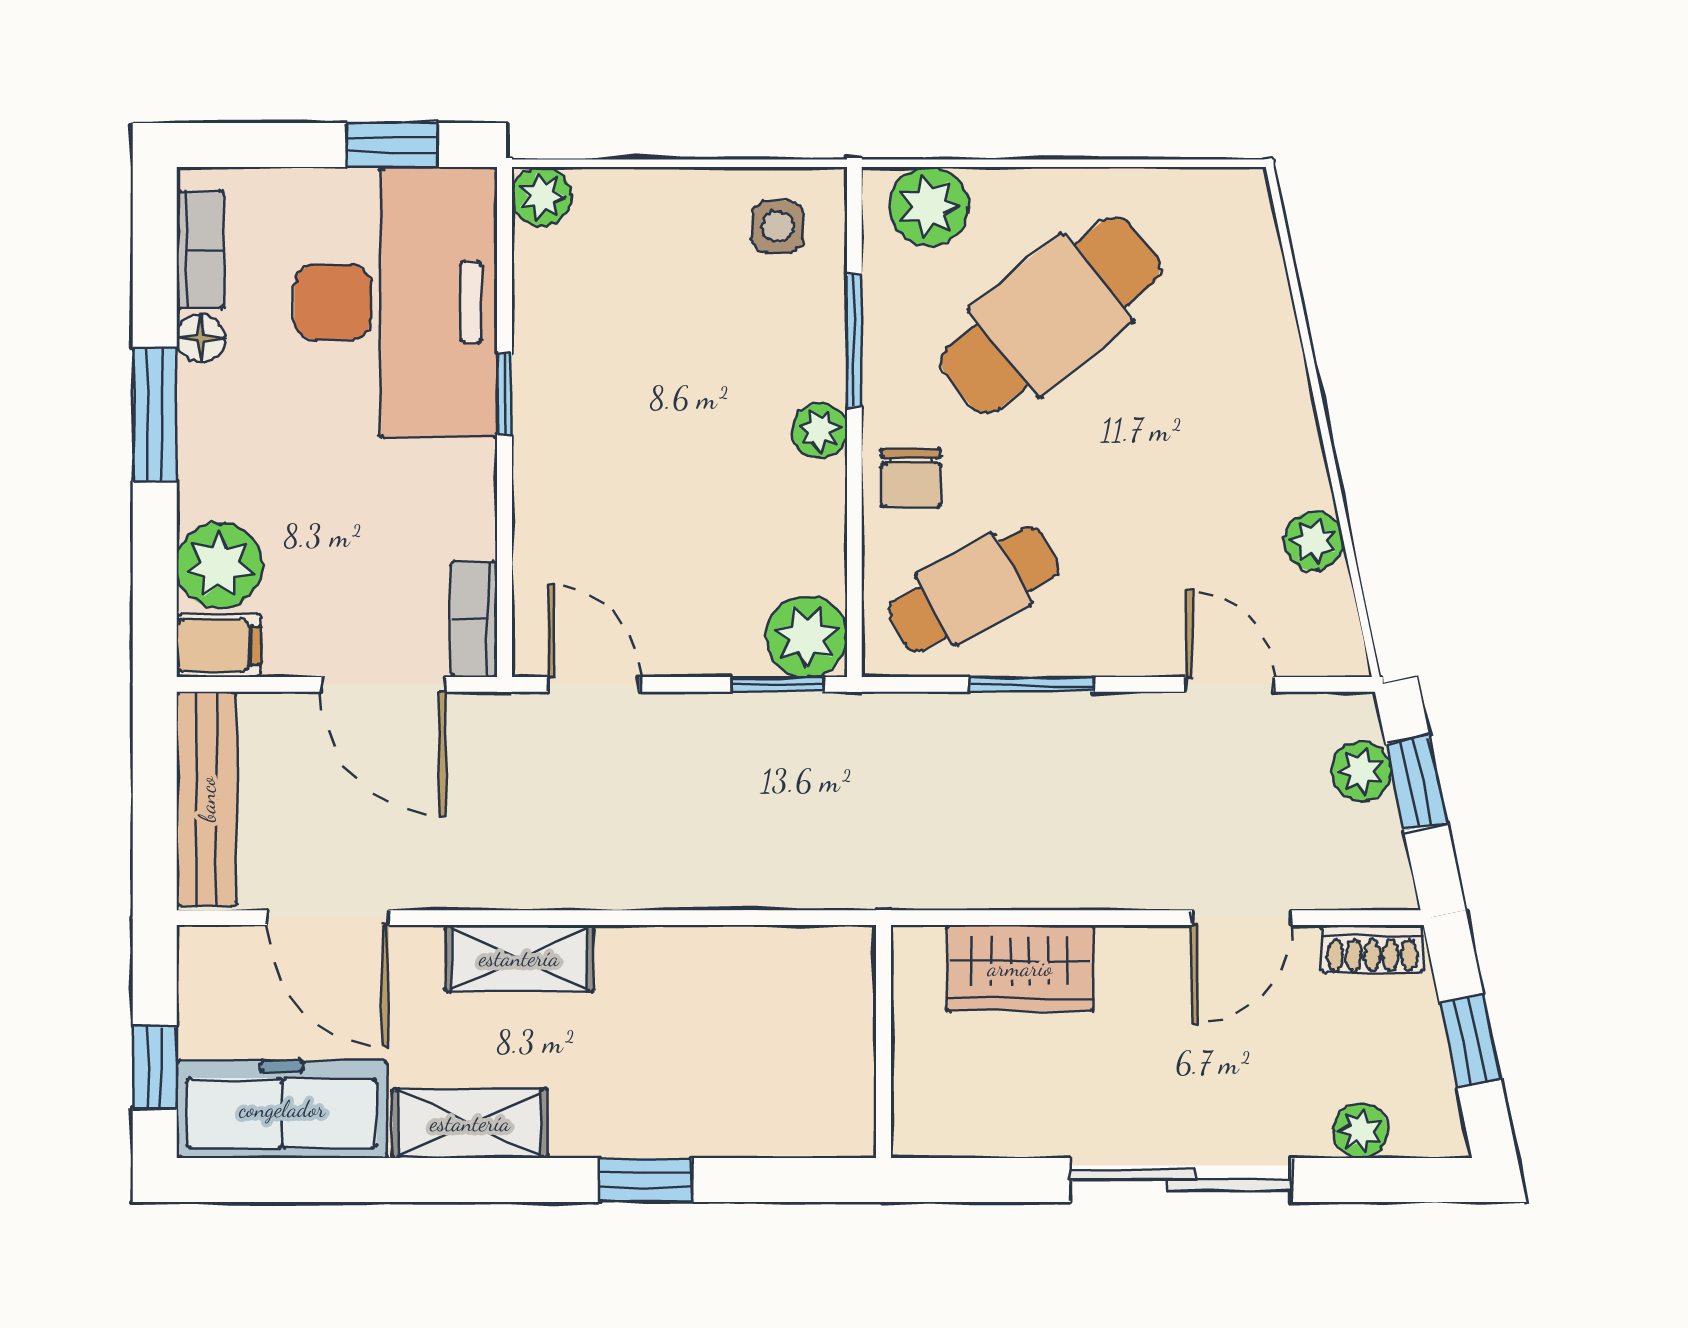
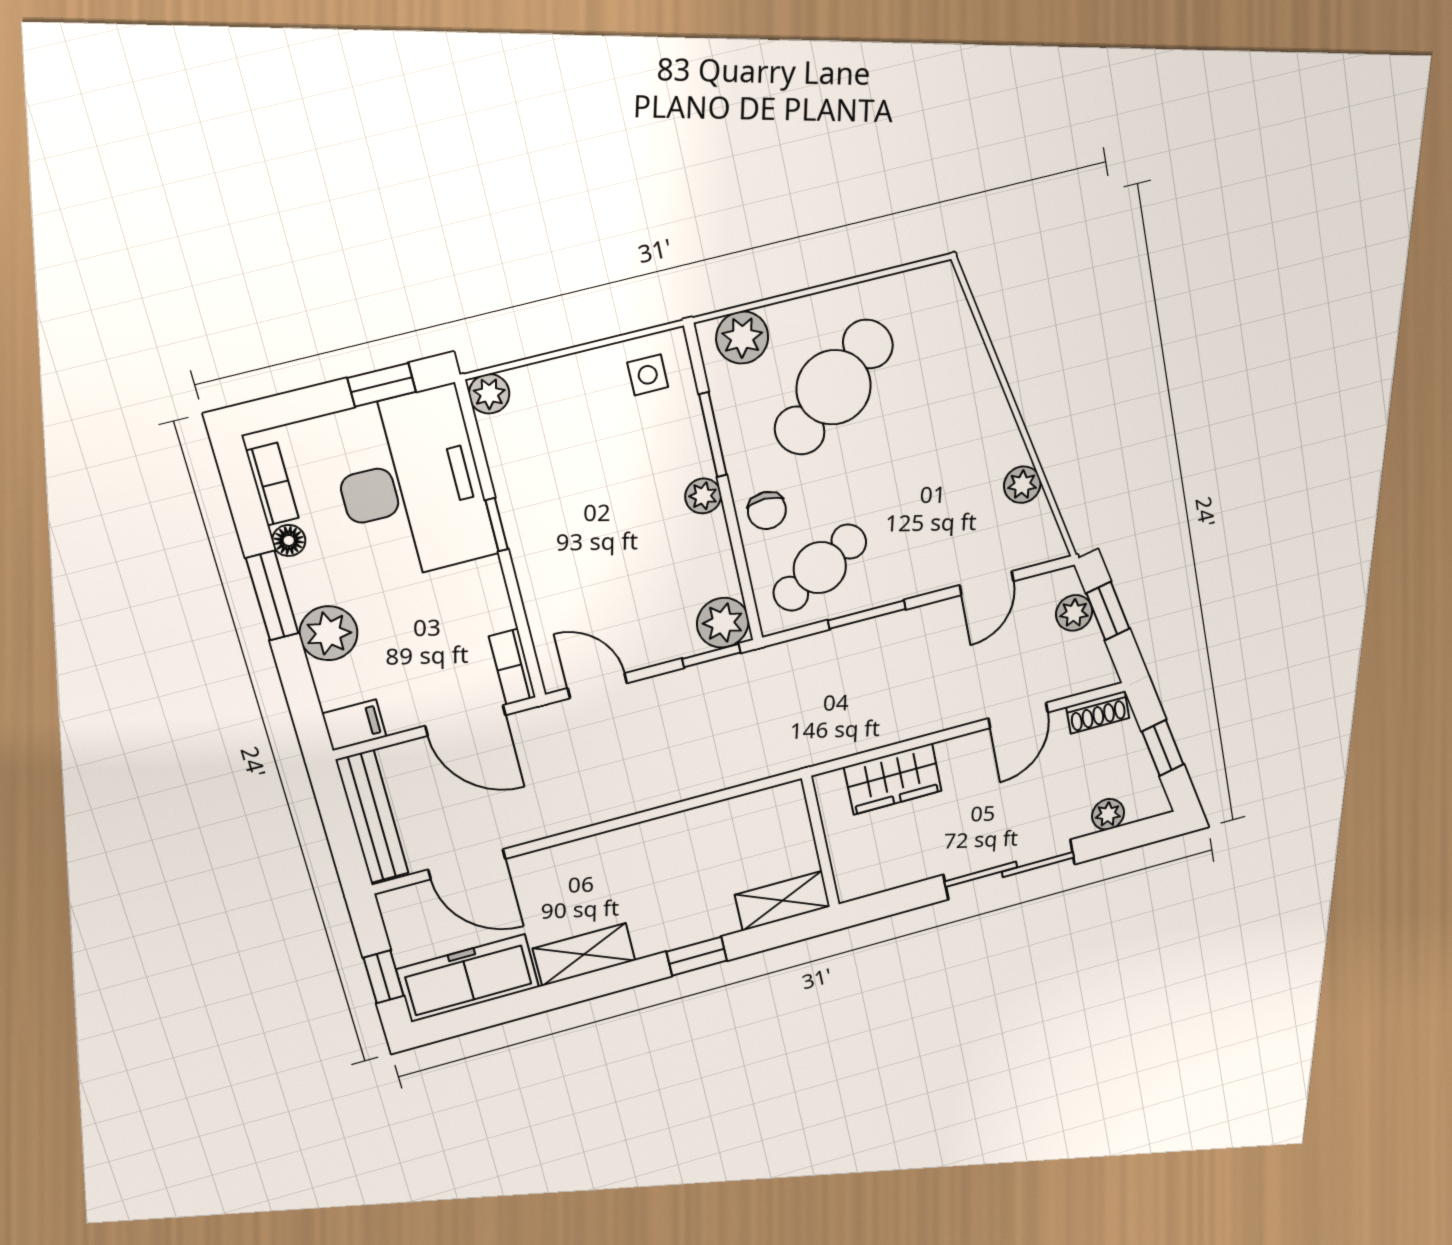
plant: (219, 565) -> (328, 633), moved
door: (1229, 684) -> (987, 583), swing flipped
shelving: (519, 958) -> (783, 901), moved

